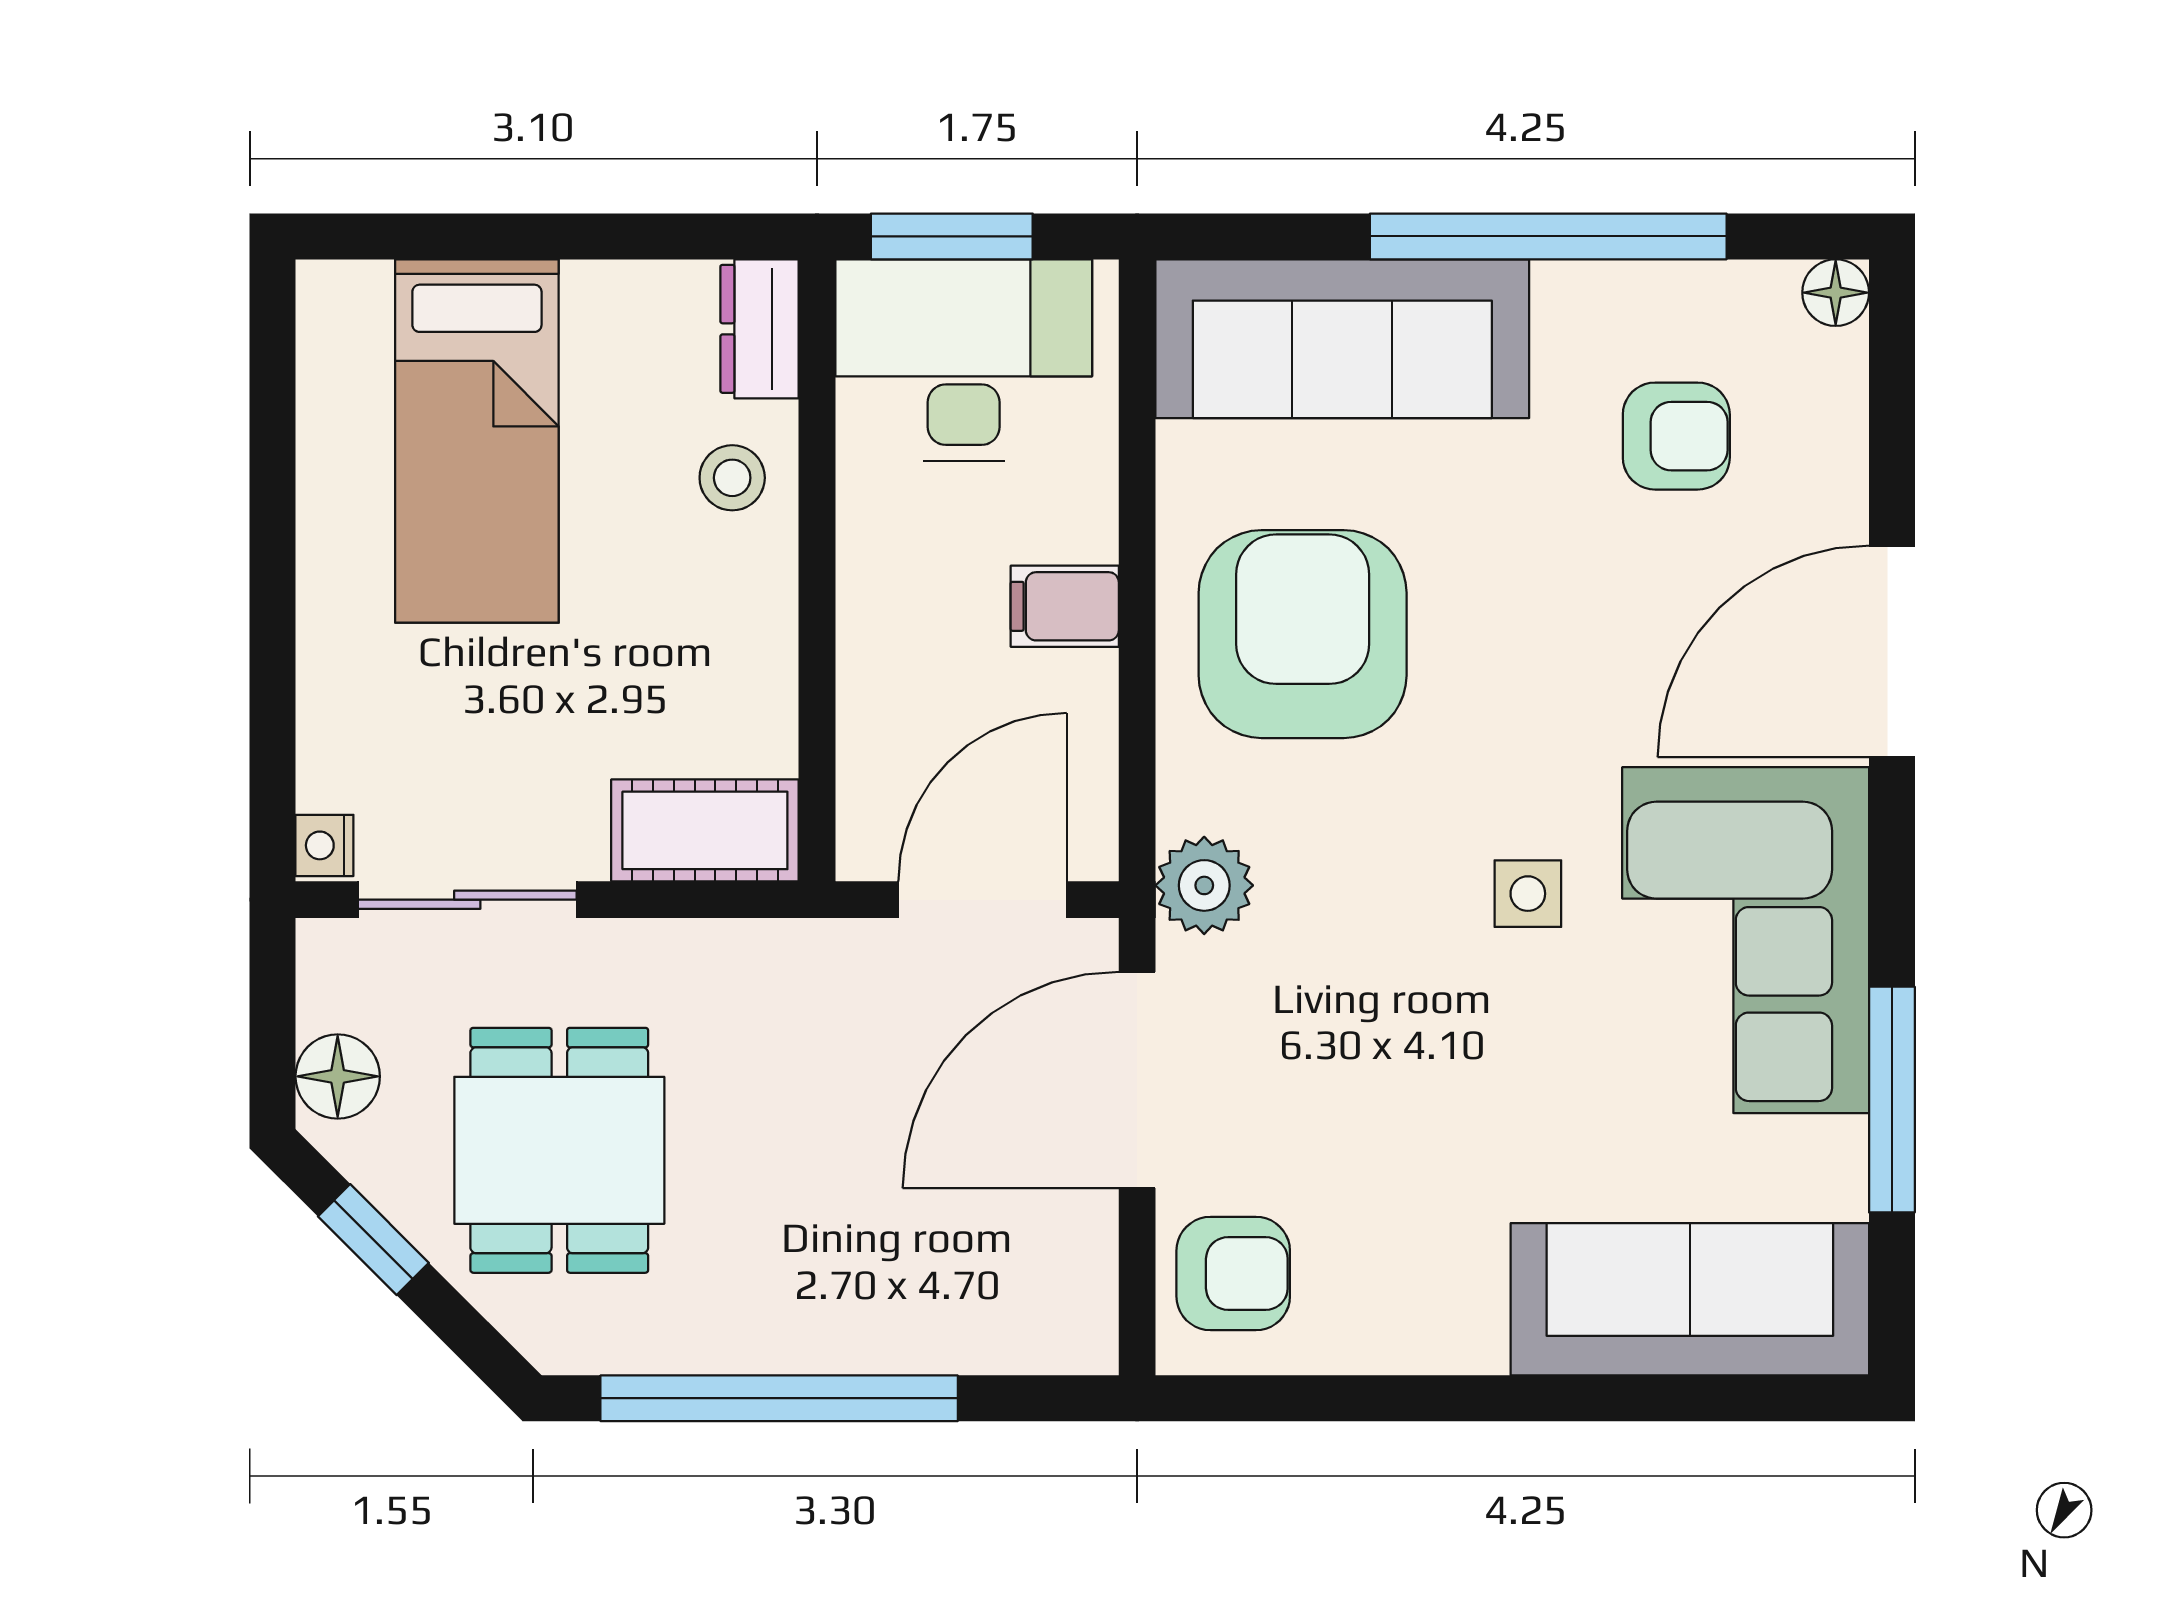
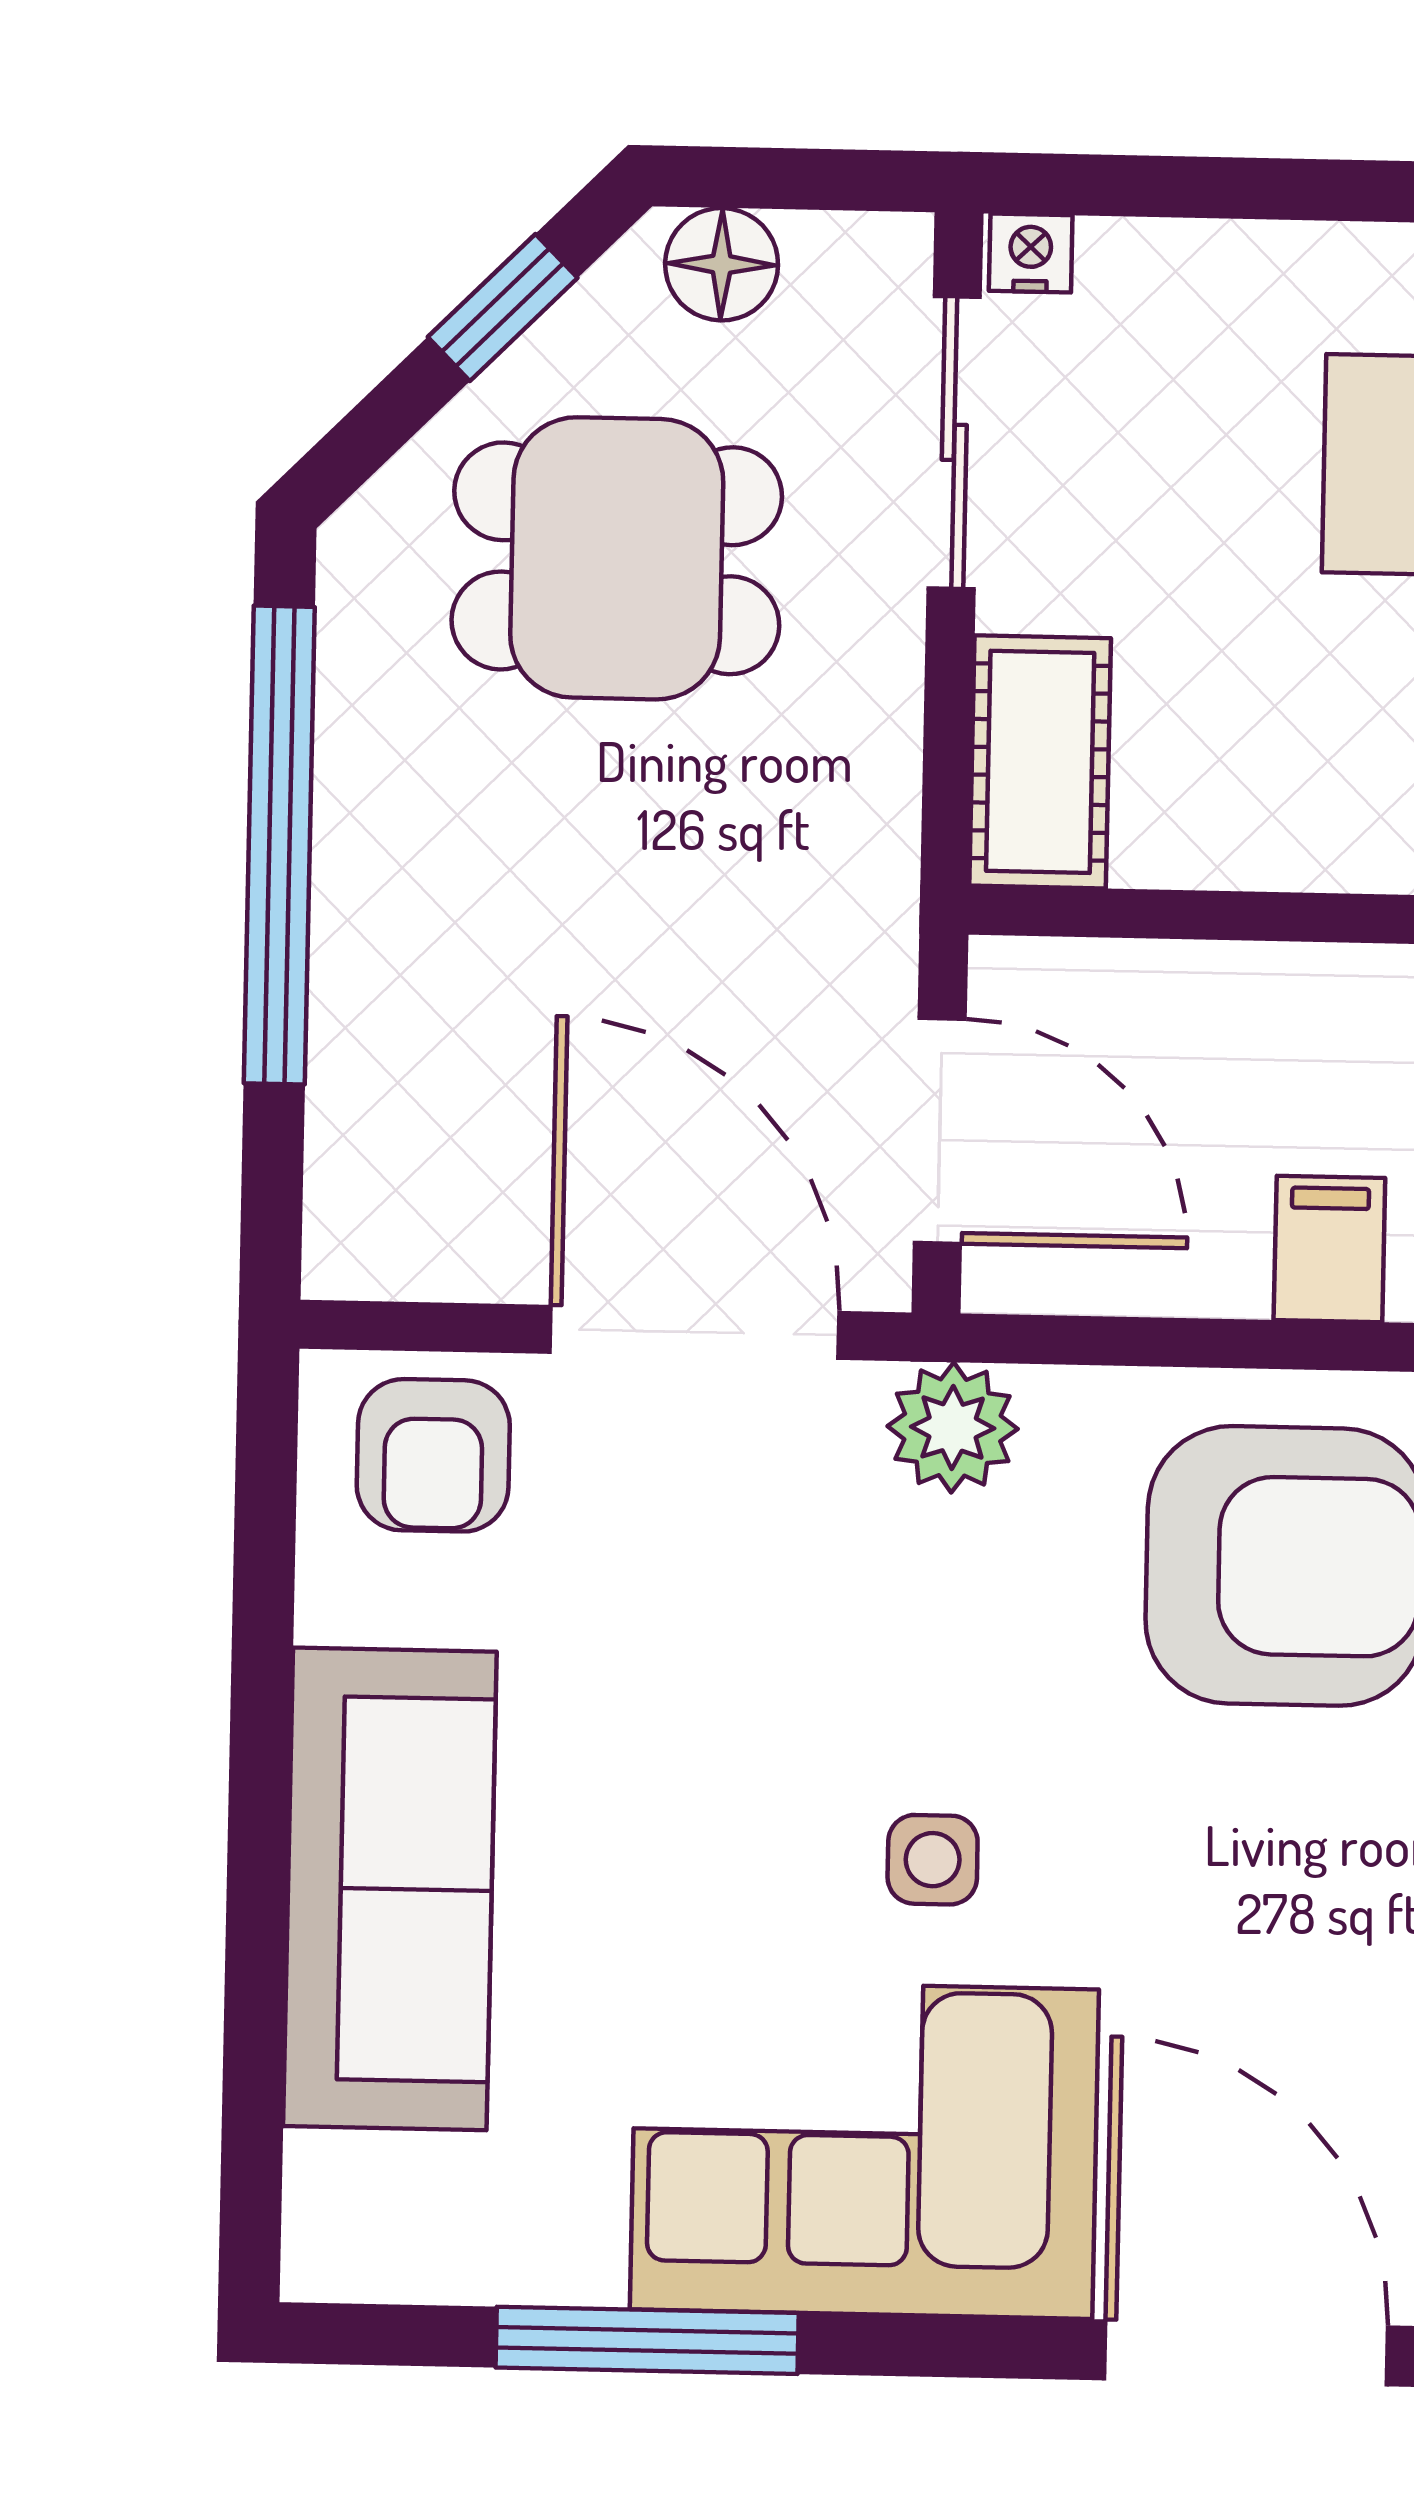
sofa: (1690, 1299) -> (390, 1889), moved

